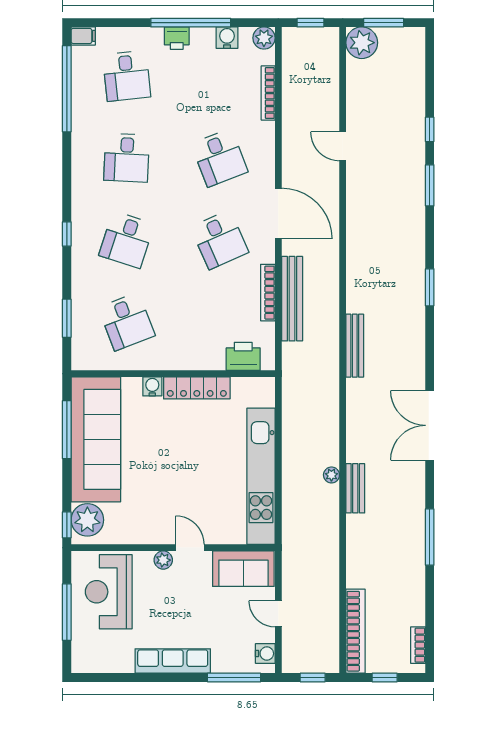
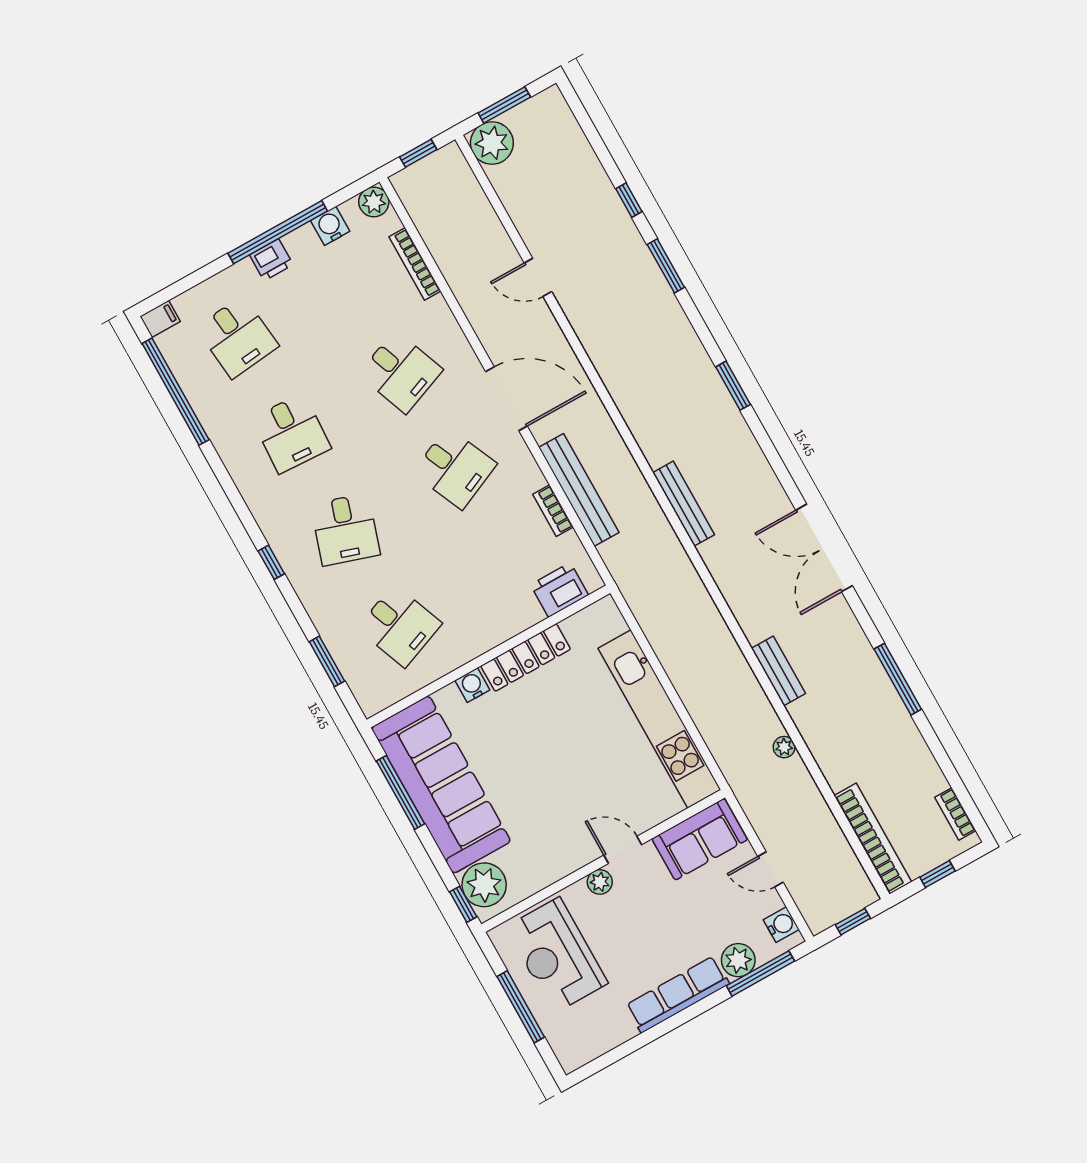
bookcase: (268, 293) -> (553, 511), width x0.64
plant: (331, 475) -> (784, 747), moved
plant: (224, 661) -> (738, 960), added

